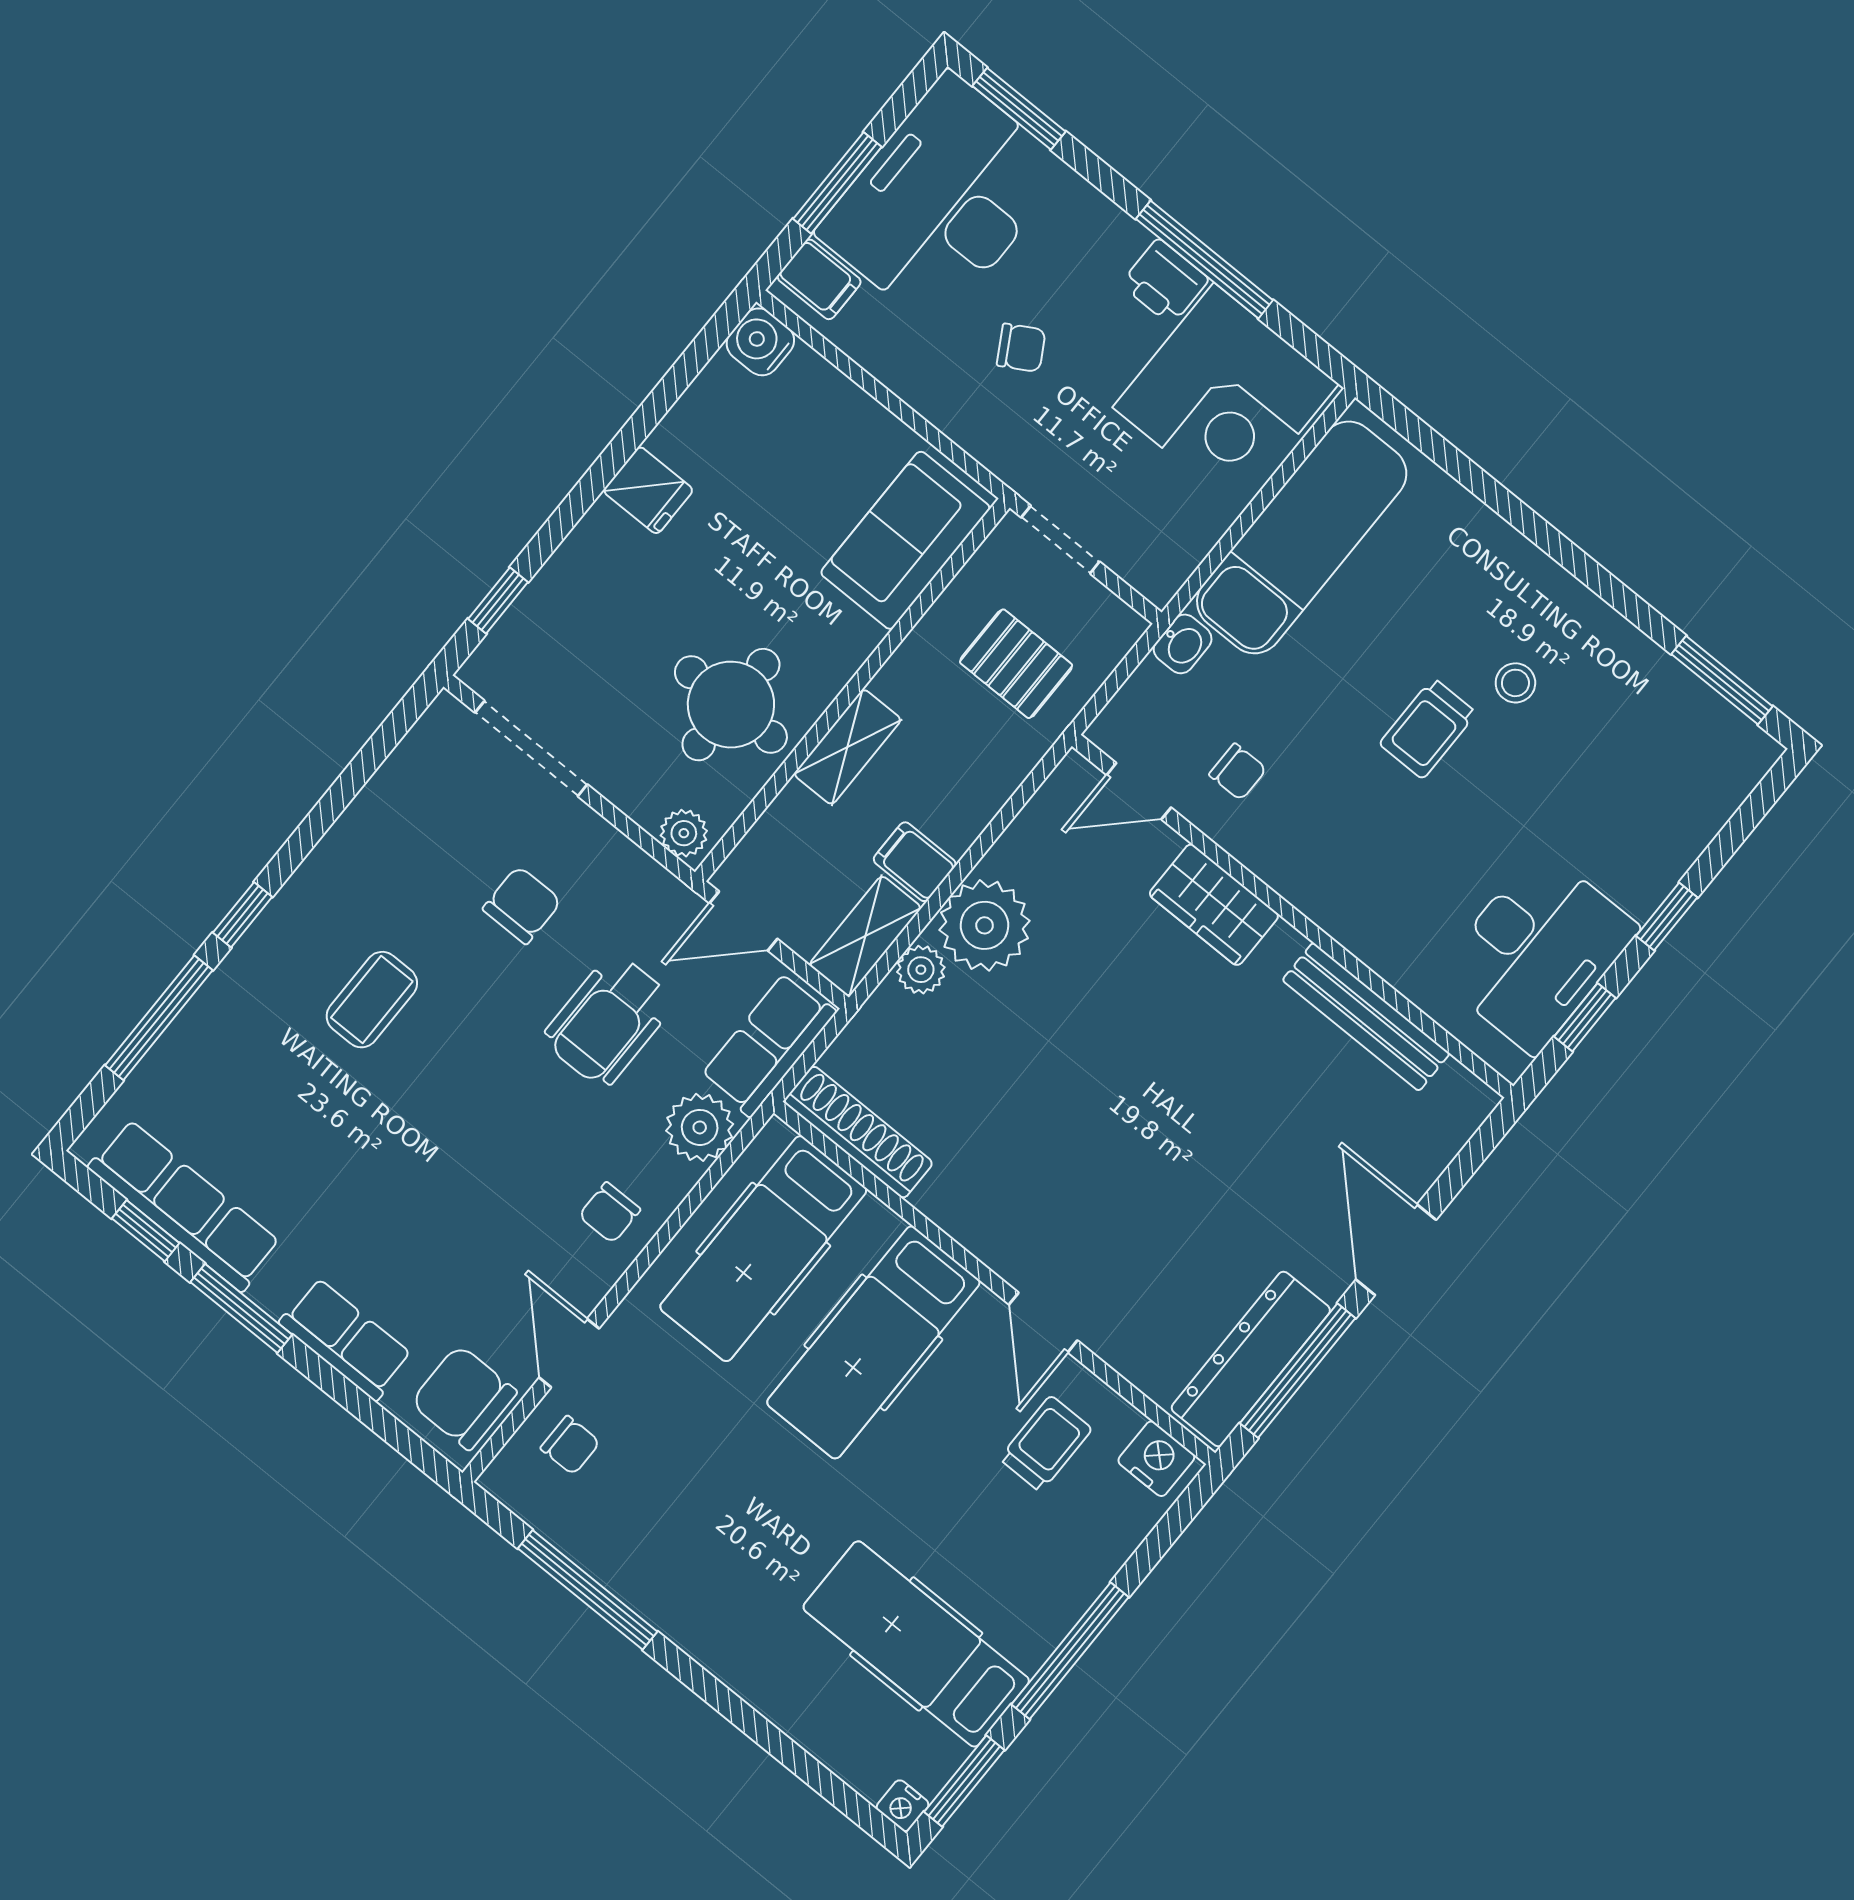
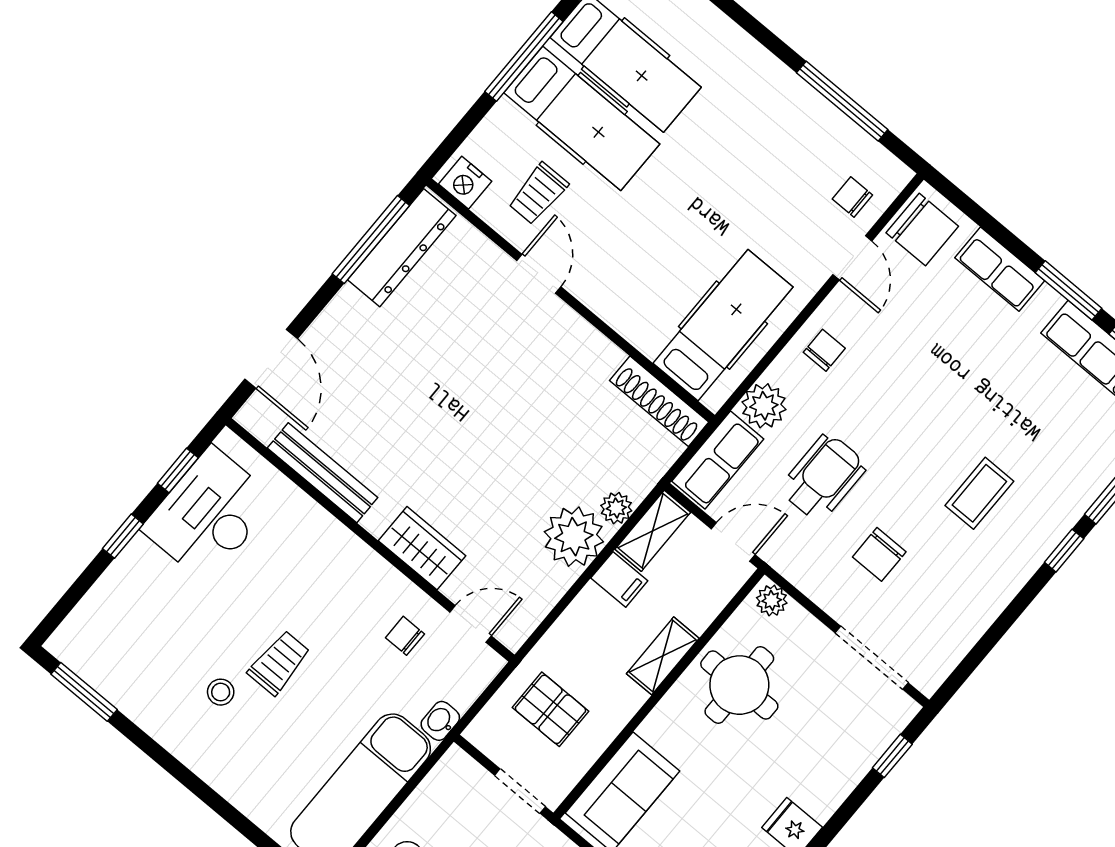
door: (1396, 1250) -> (271, 359), moved
hospital bed: (873, 1342) -> (582, 118), moved, turned 90

